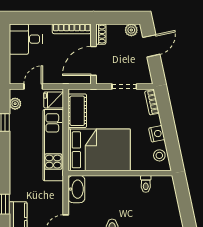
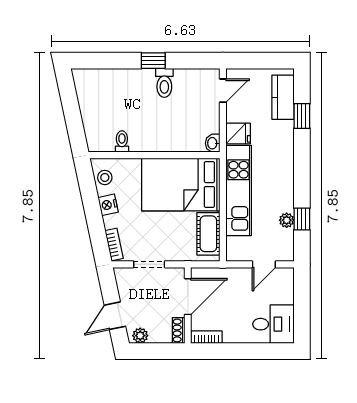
bookcase: (72, 29) -> (207, 337), width x0.64
fridge: (54, 100) -> (238, 134), moved
plant: (15, 104) -> (287, 220), moved
washbasin: (76, 189) -> (213, 143), width x0.52, depth x0.69

